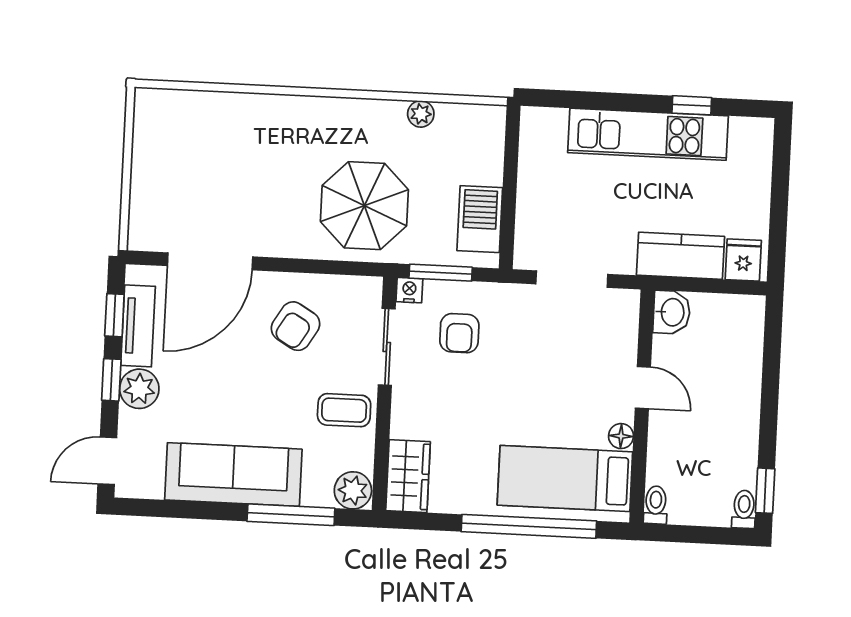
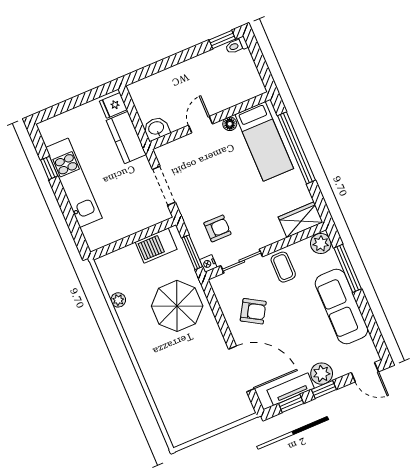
toilet: (656, 505) -> (256, 90), removed

